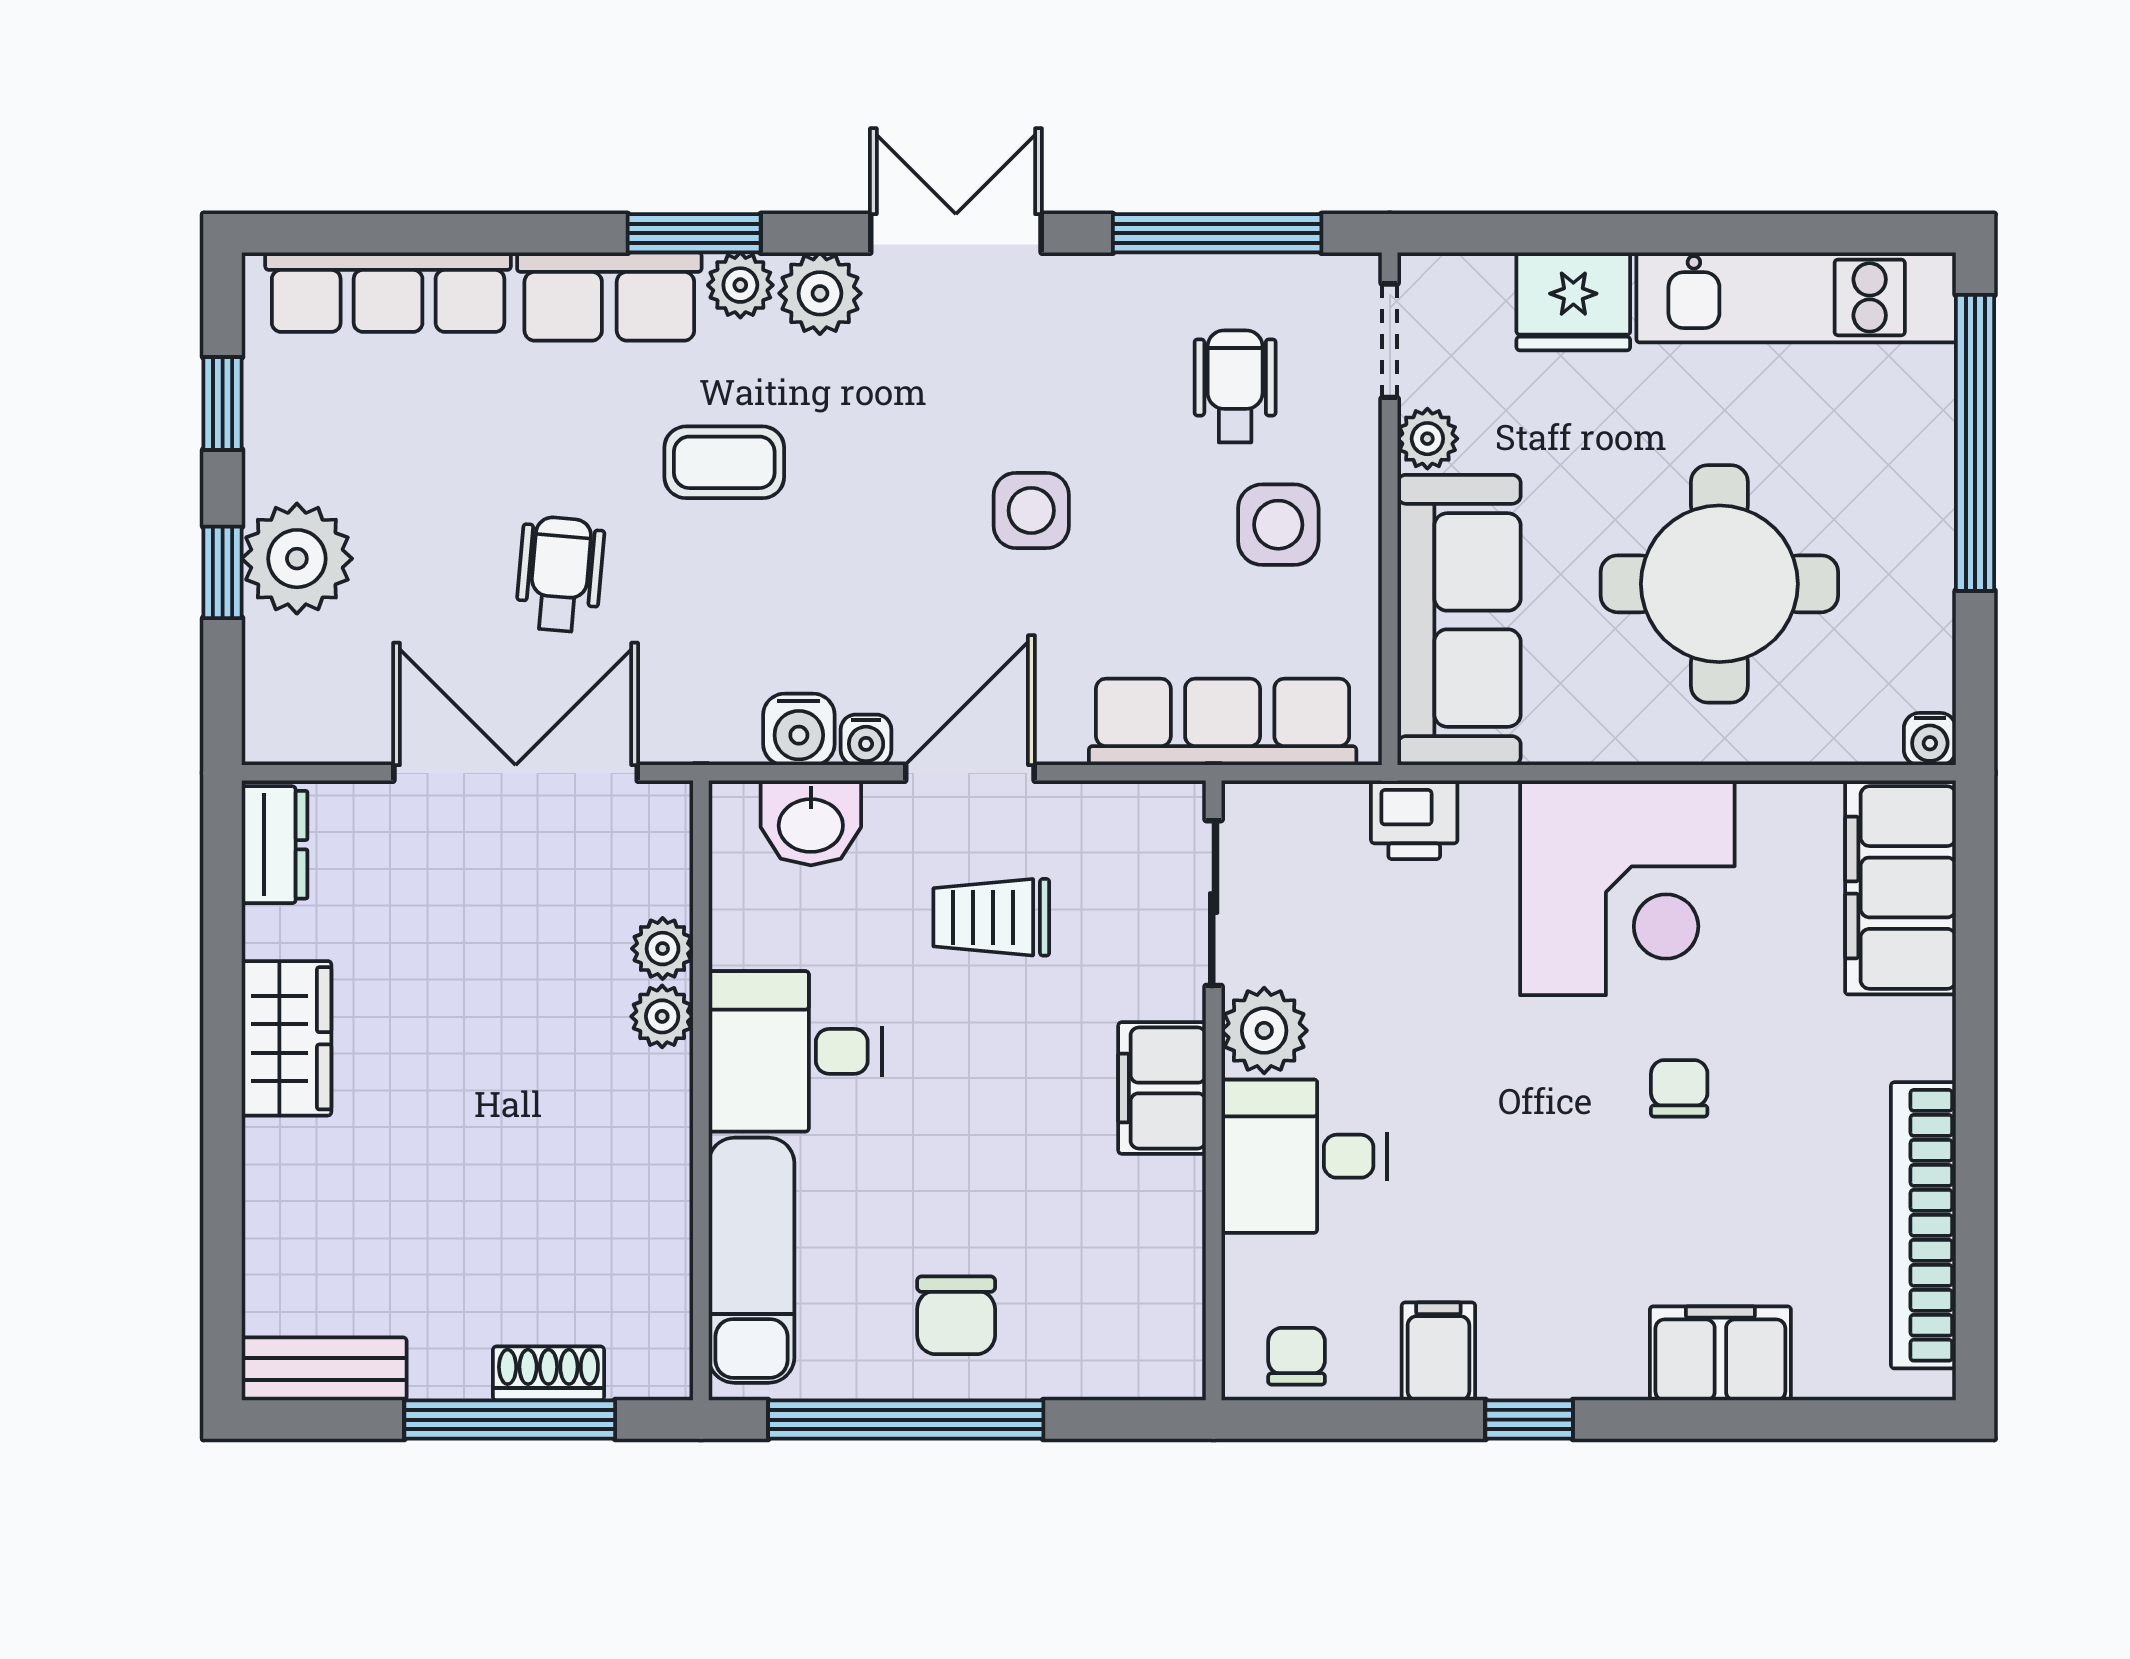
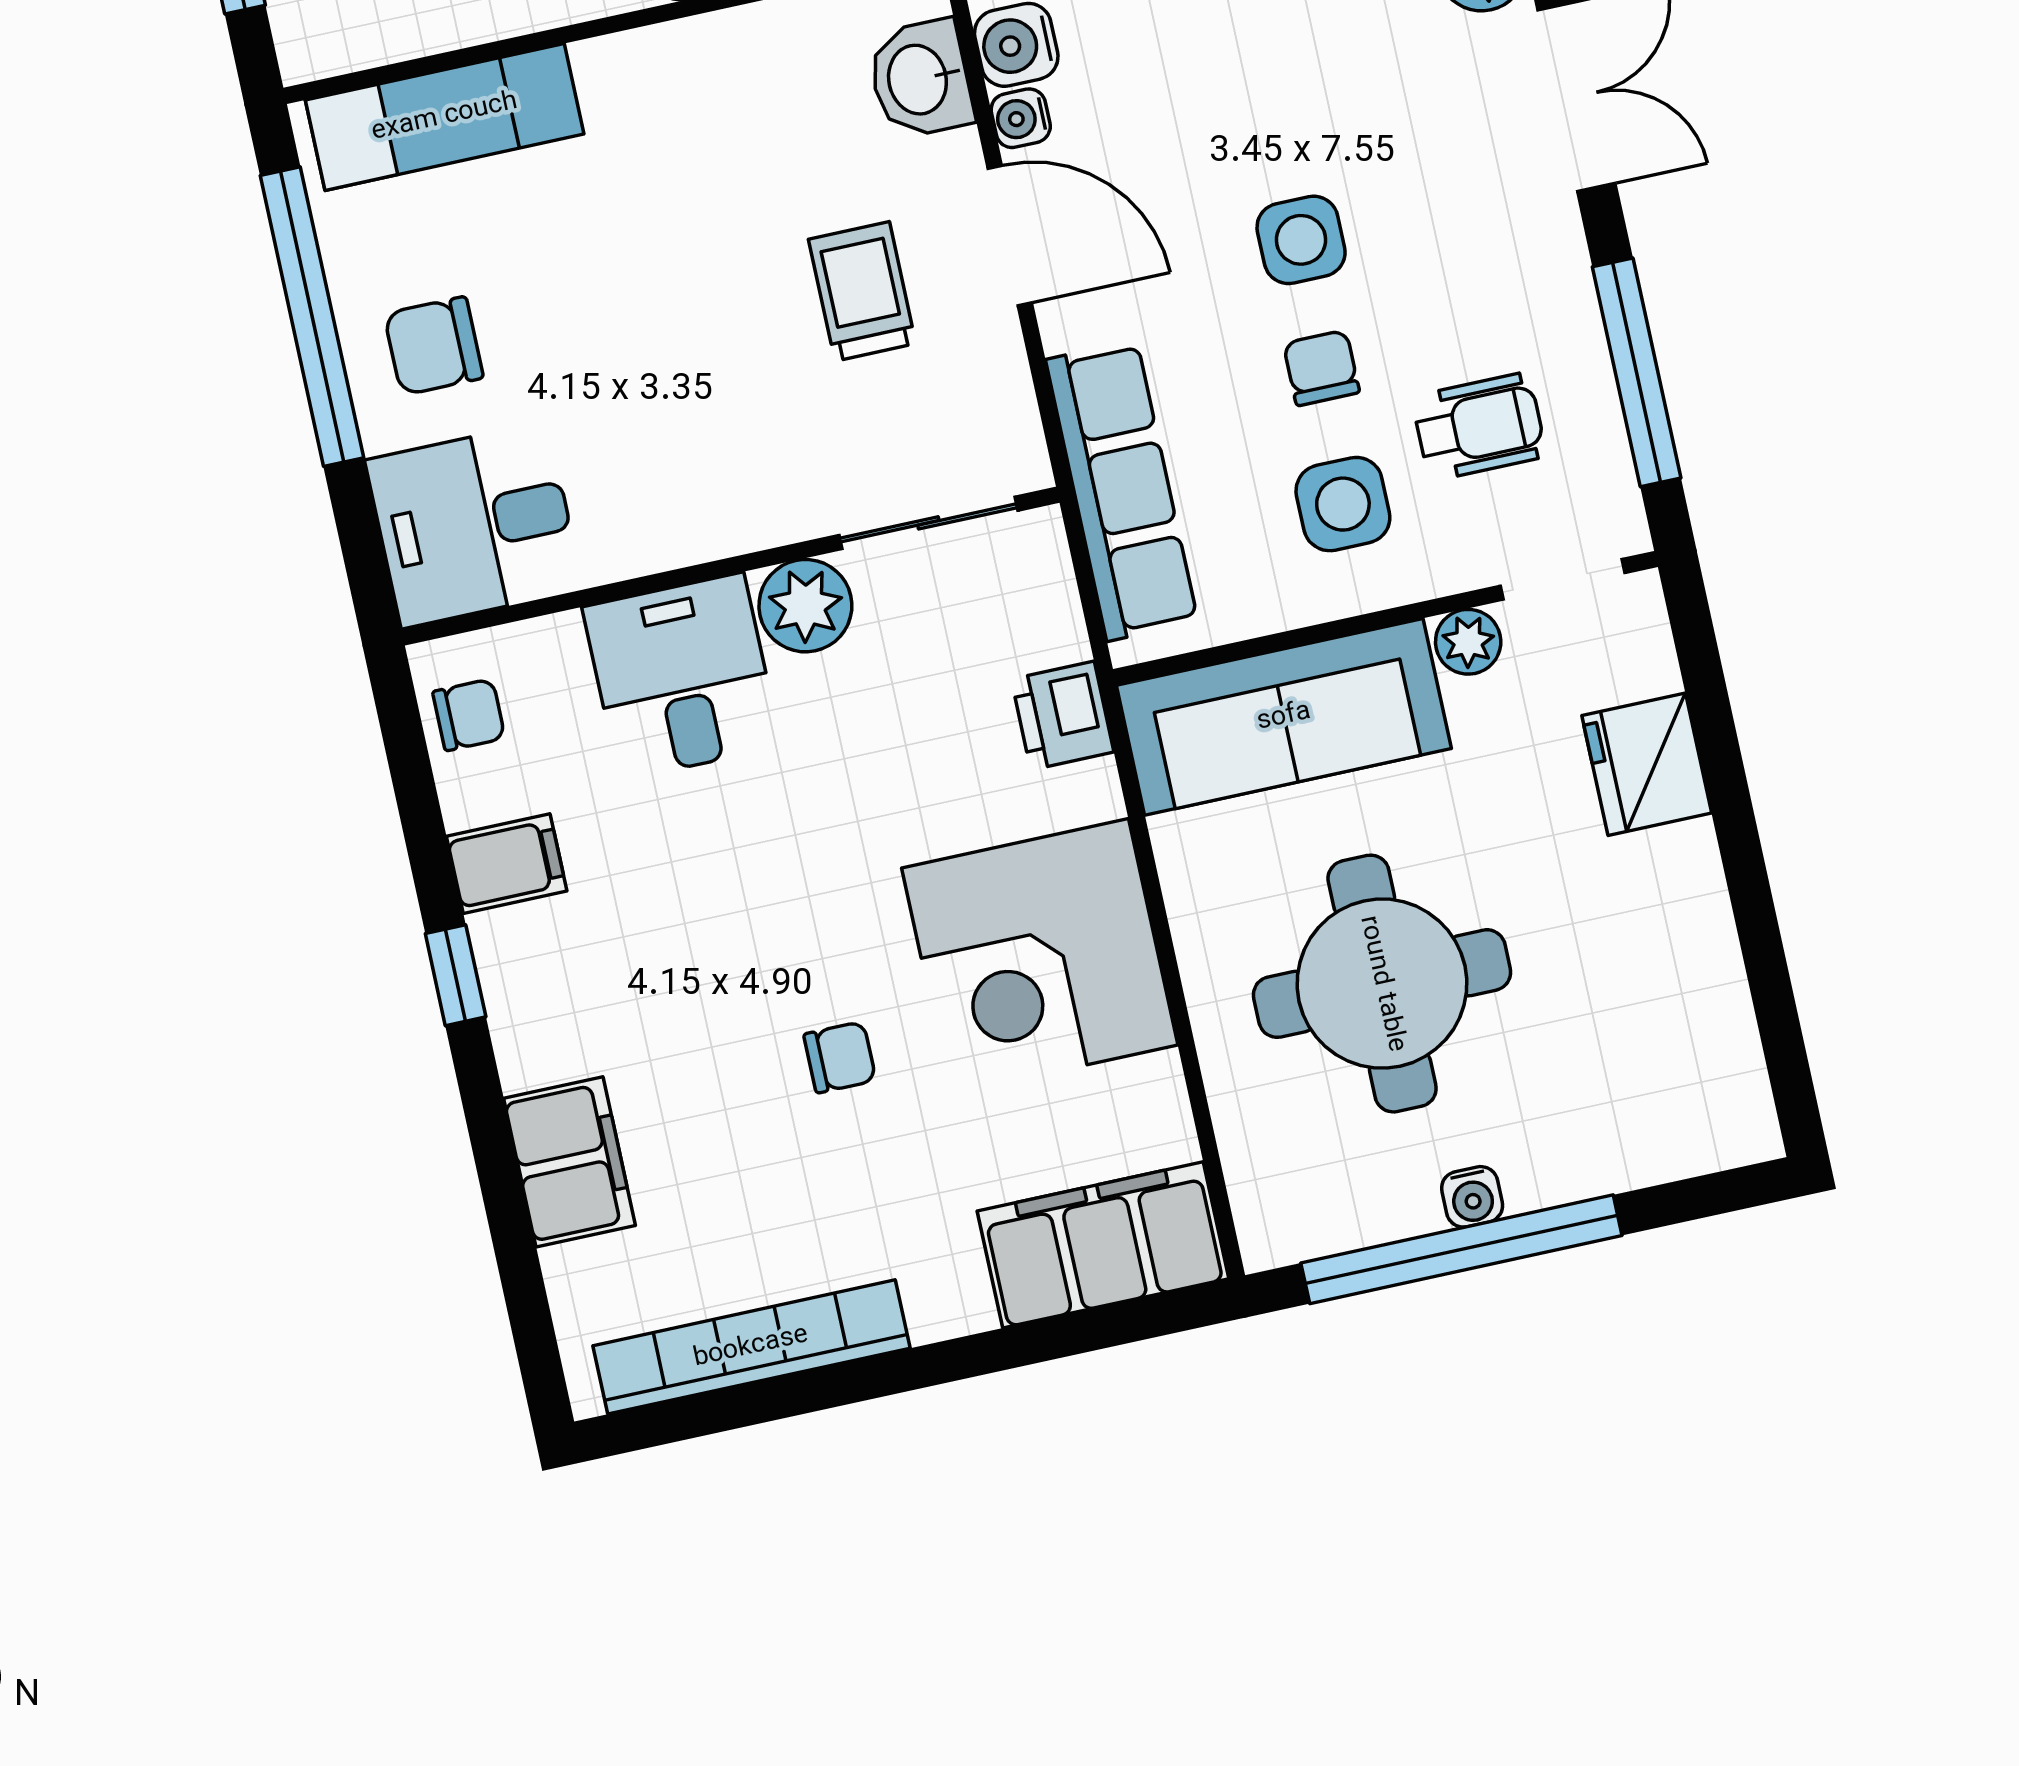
kitchen unit: (1796, 297) -> (1702, 999), removed
window: (1975, 443) -> (1461, 1249), moved
chair: (1151, 517) -> (1321, 368), added
water cooler: (1930, 739) -> (1472, 1197), moved, turned -90
desk: (795, 1051) -> (474, 525), moved, turned -90
filing cabinet: (1162, 1088) -> (721, 511), removed

